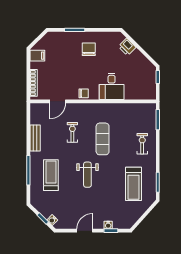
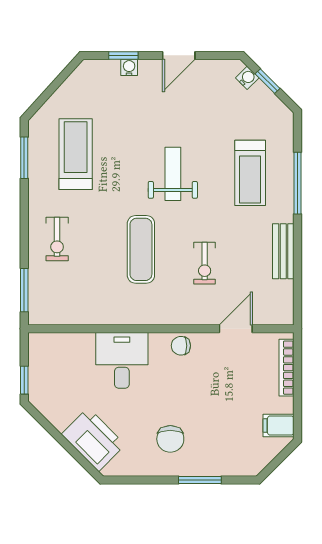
printer: (127, 47) -> (93, 439), width x1.87, depth x1.48

